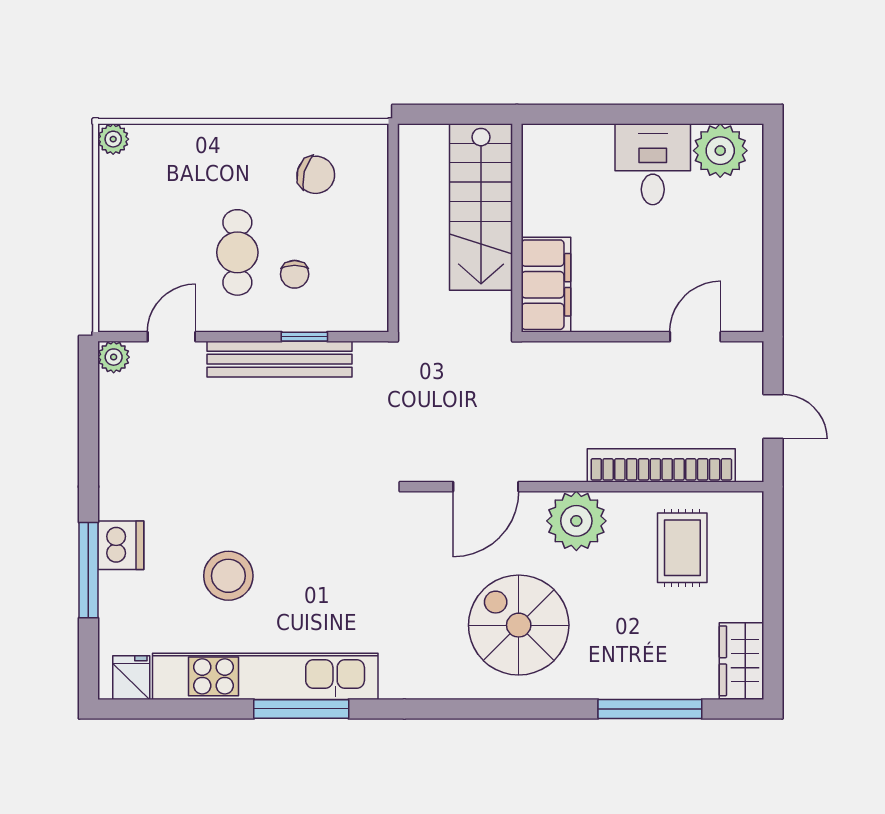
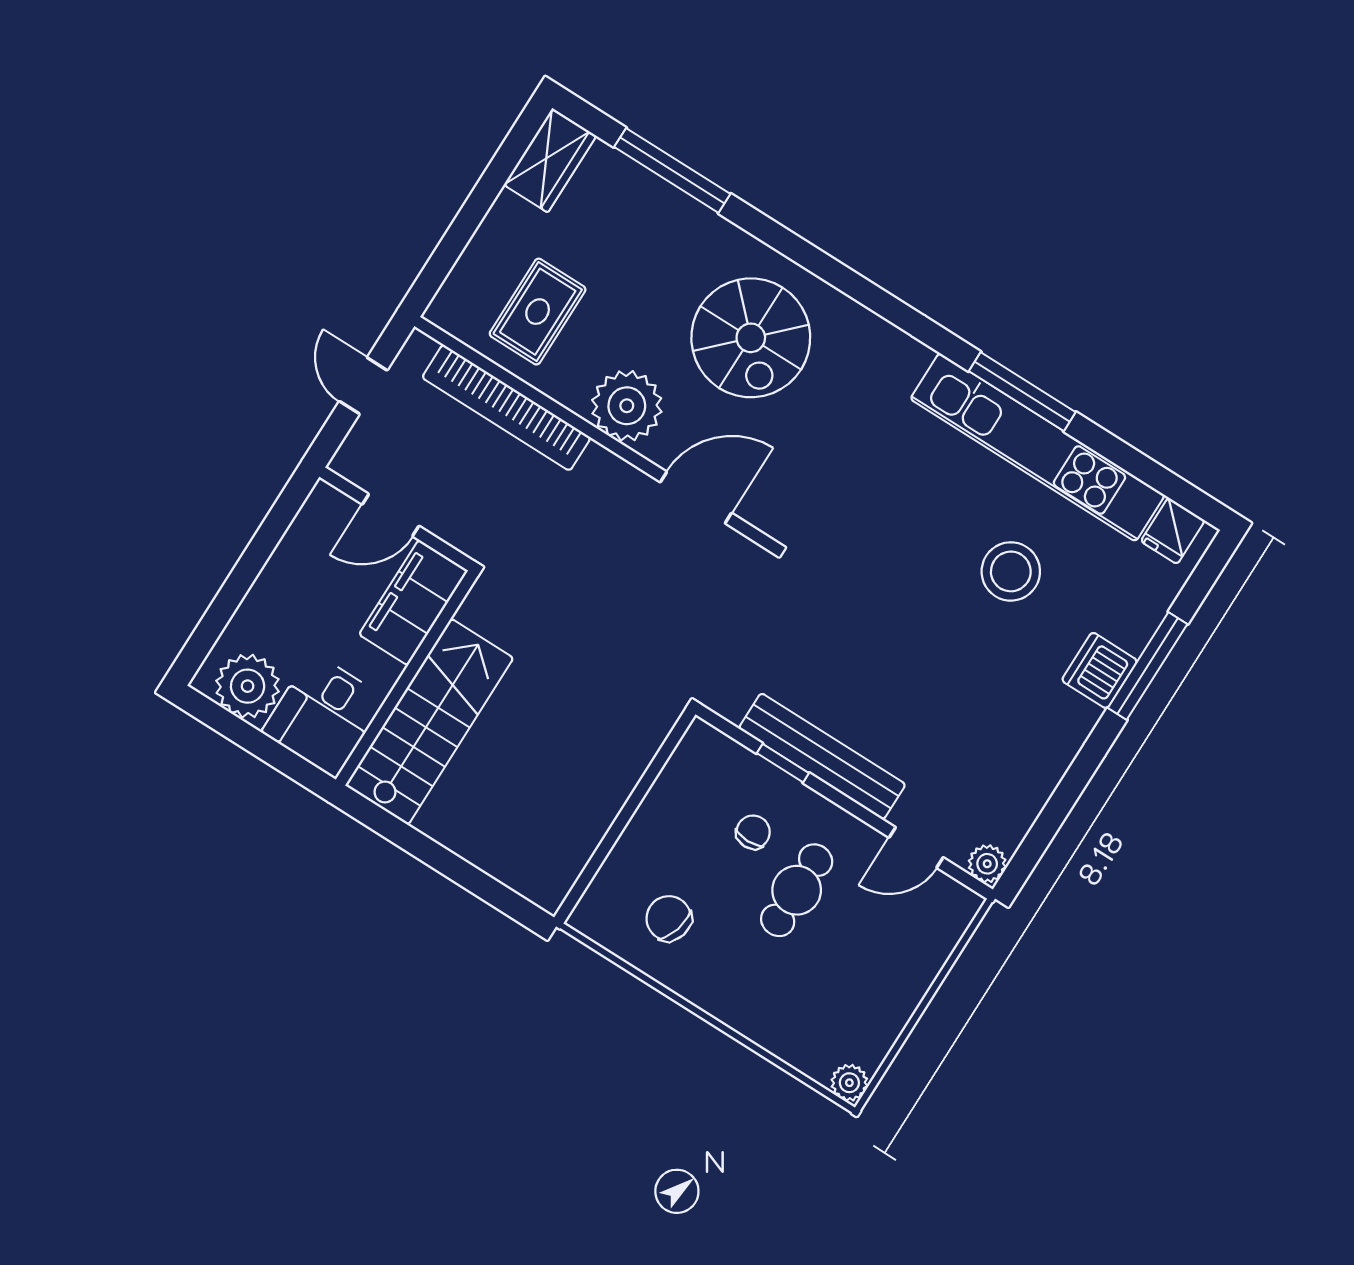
stairs: (481, 207) -> (429, 722), moved
wall: (517, 228) -> (407, 678), moved
filing cabinet: (546, 285) -> (413, 603), moved

